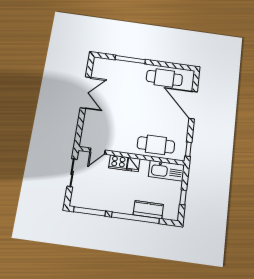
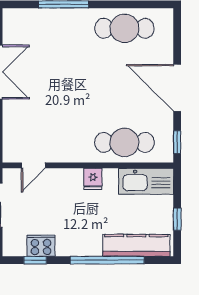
door: (193, 105) -> (177, 88), moved
cooker: (118, 162) -> (41, 246), moved, turned 180
kitchen counter: (148, 210) -> (136, 245), width x1.50
window: (90, 211) -> (35, 260), width x0.46

